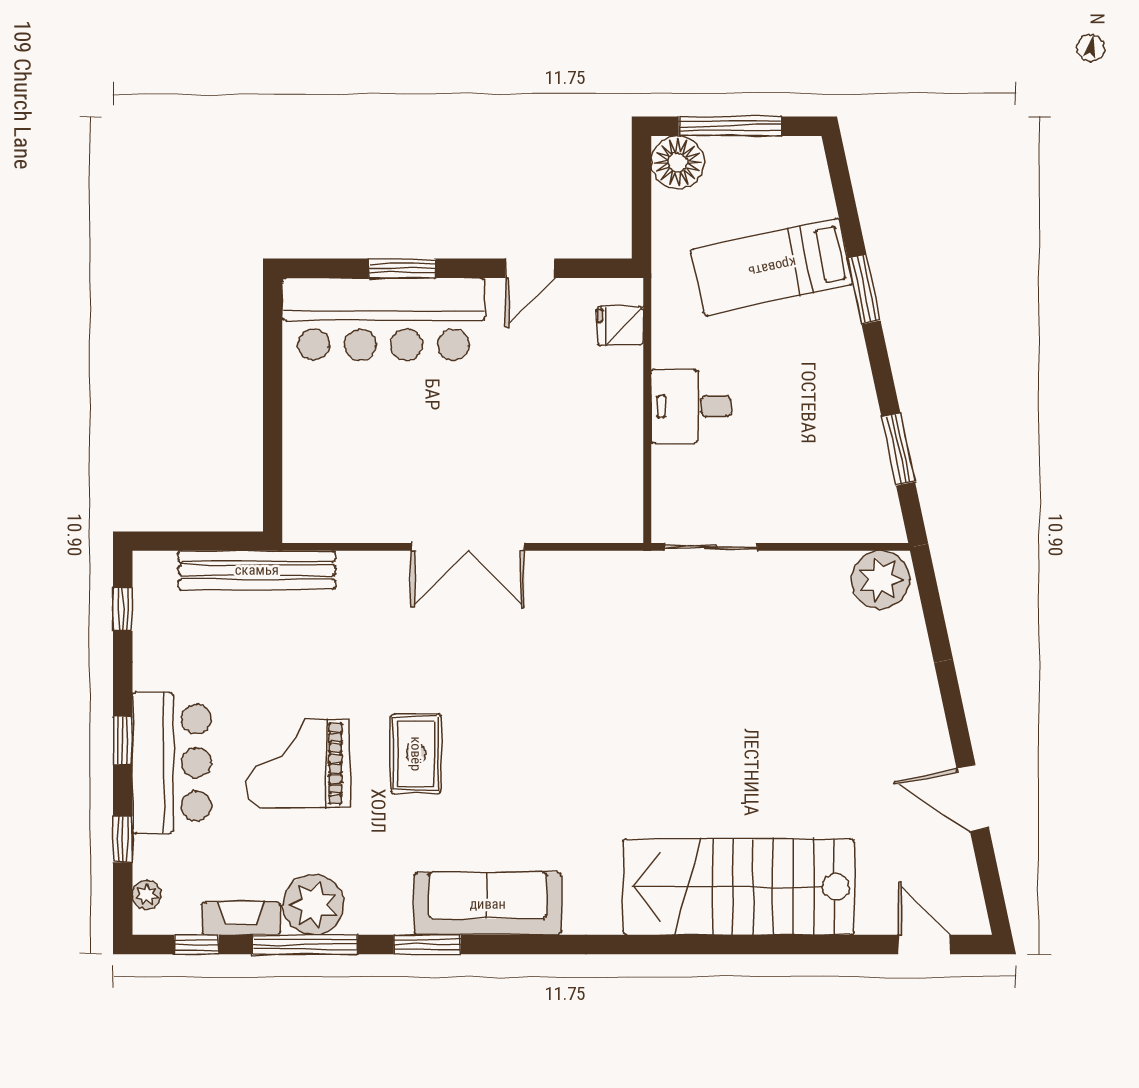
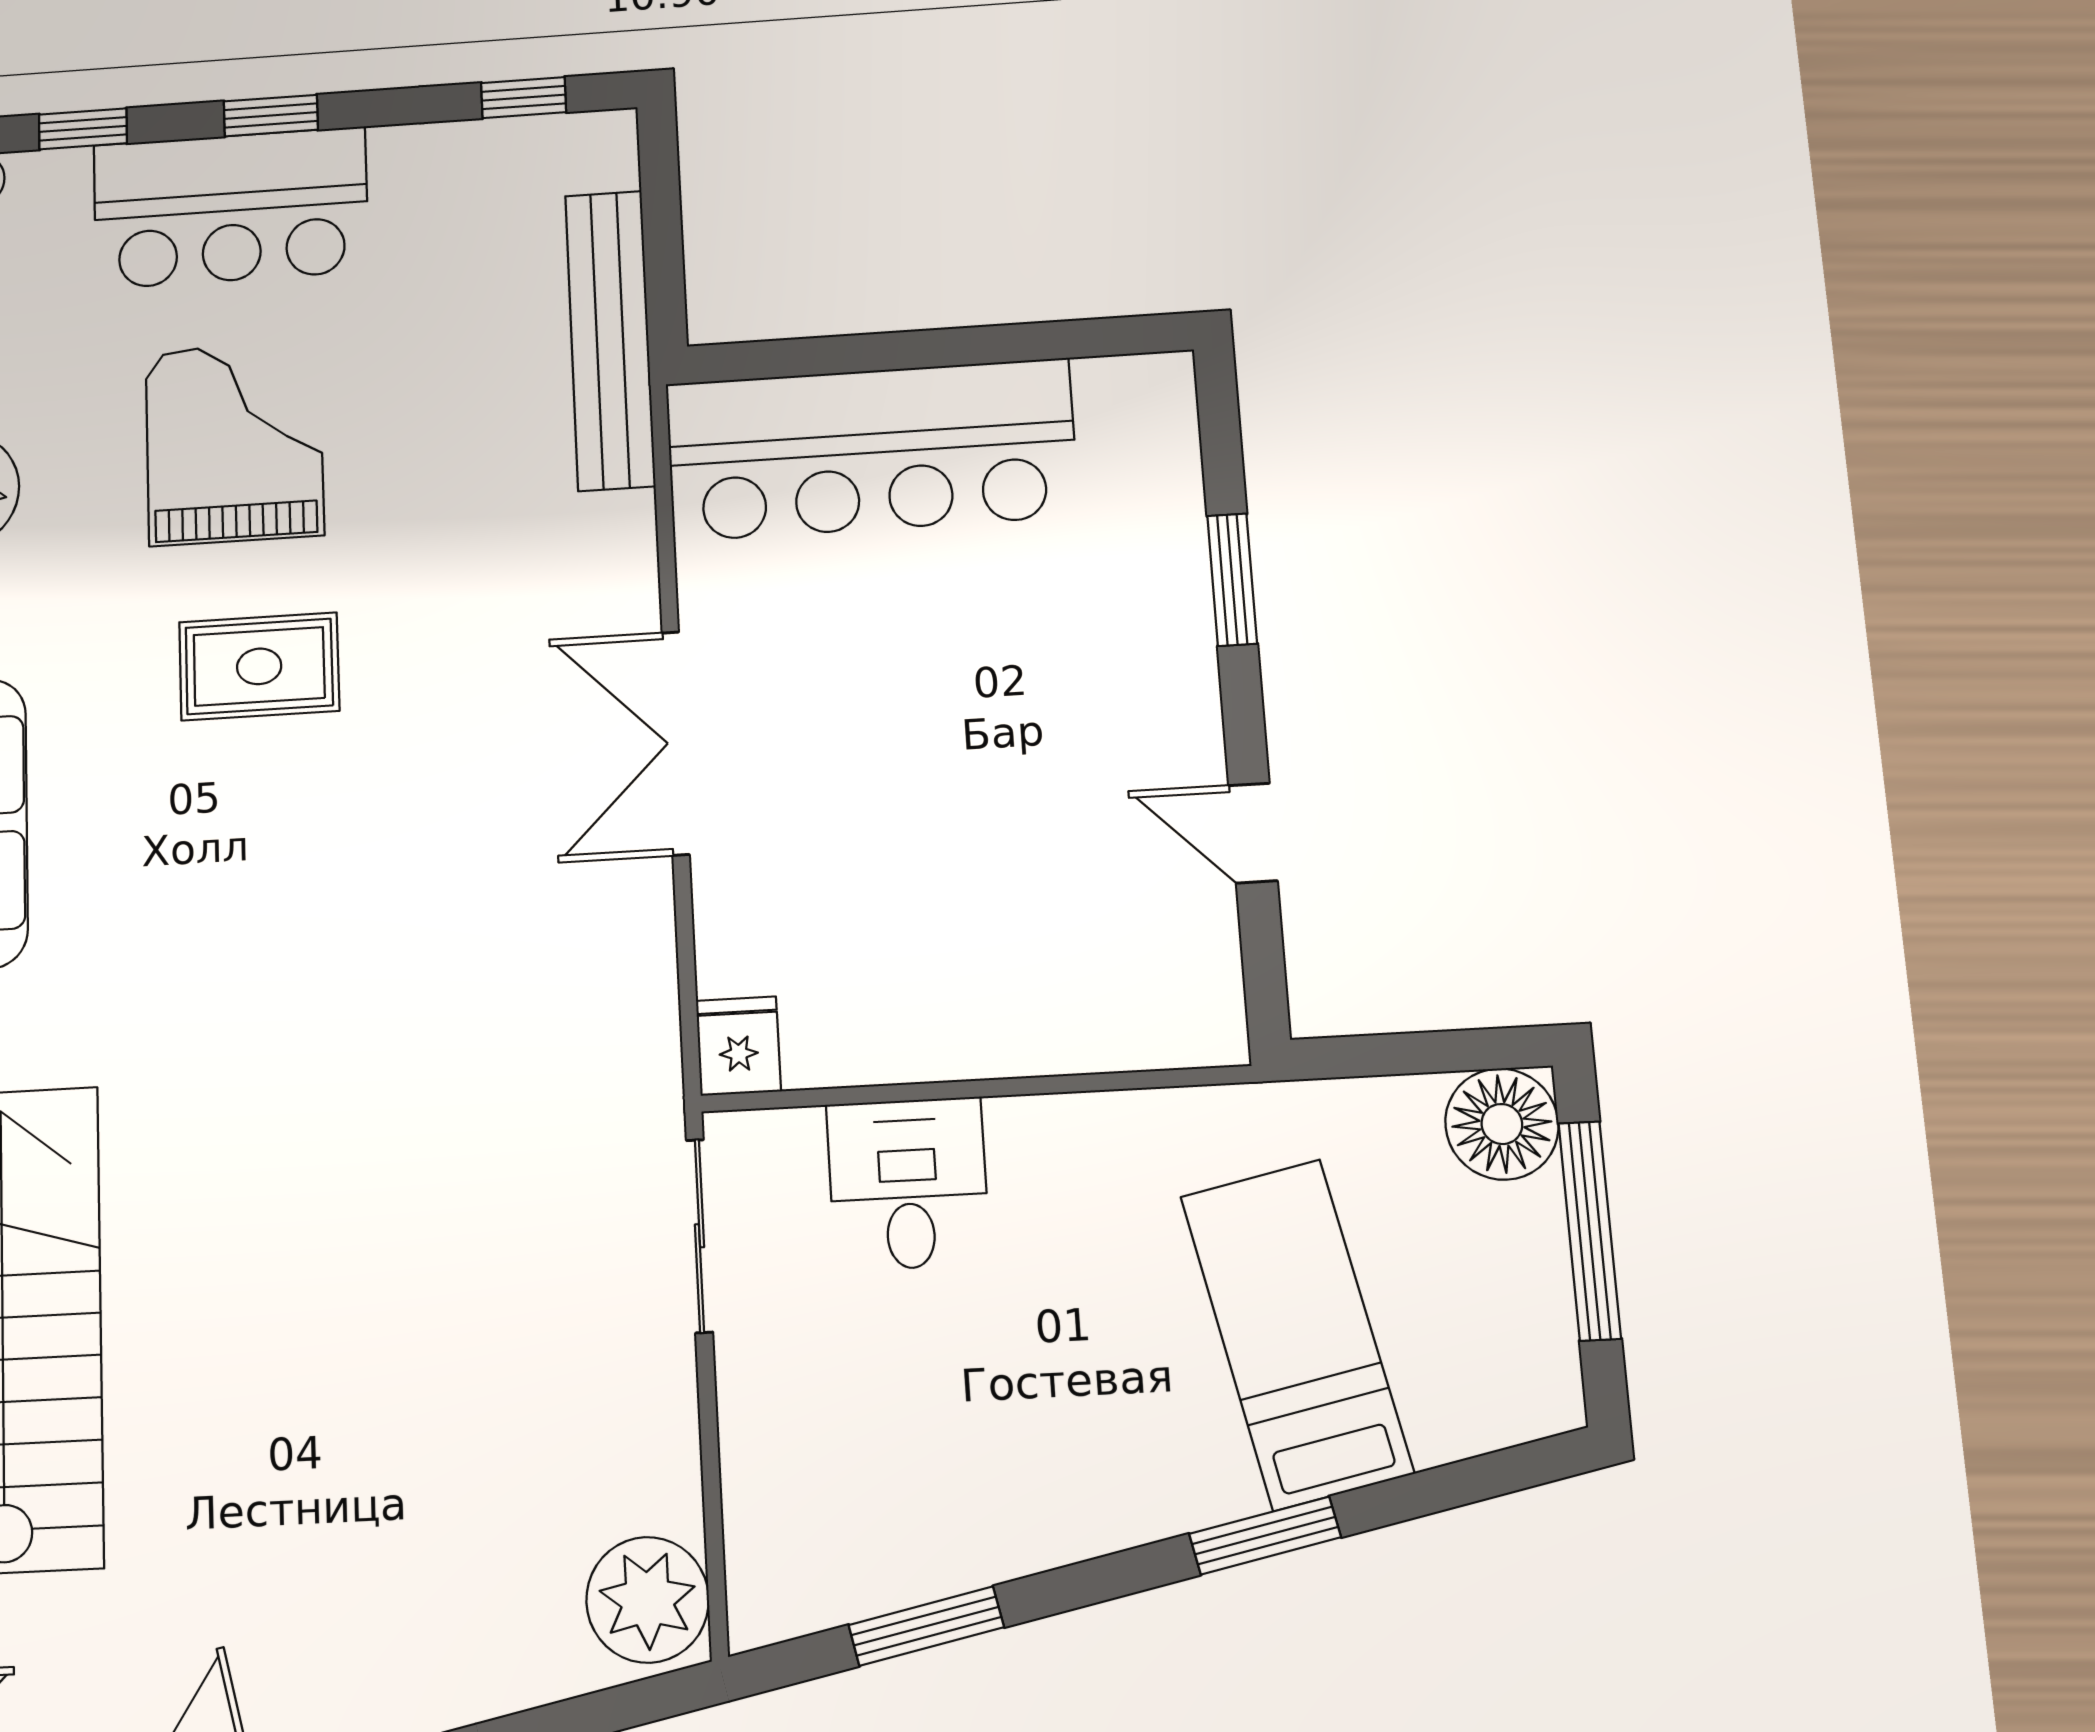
bar counter: (383, 319) -> (871, 450), moved, turned -90
fridge: (620, 326) -> (738, 1046), moved
desk: (691, 406) -> (908, 1184), moved

